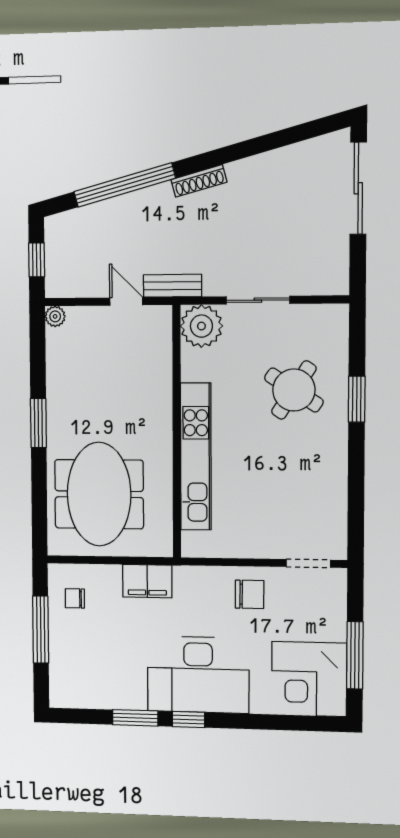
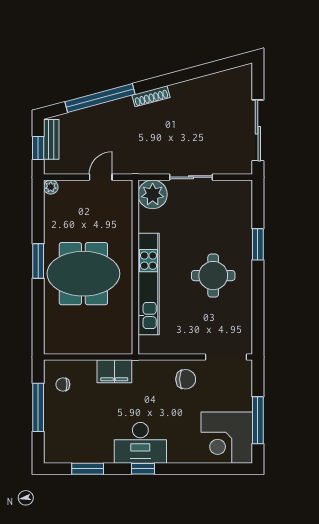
sliding door: (358, 188) -> (258, 130), moved
bench: (172, 286) -> (51, 139), moved, turned 90
door: (126, 301) -> (101, 177), hinge flipped
round table: (294, 390) -> (213, 276), moved, turned -33
meeting table: (99, 494) -> (83, 274), moved, turned 90
doorway: (308, 563) -> (226, 357), width x1.38
desk: (198, 675) -> (140, 443), width x0.73, depth x0.77
window: (135, 718) -> (88, 469), moved

